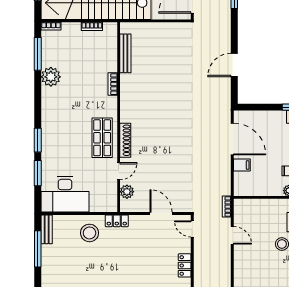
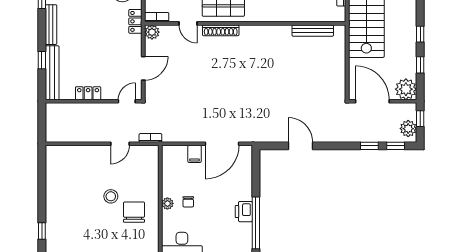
bookcase: (113, 84) -> (157, 17), moved
plant: (127, 192) -> (152, 32), moved

